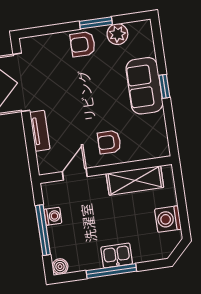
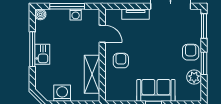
window: (42, 31) -> (204, 26), added

